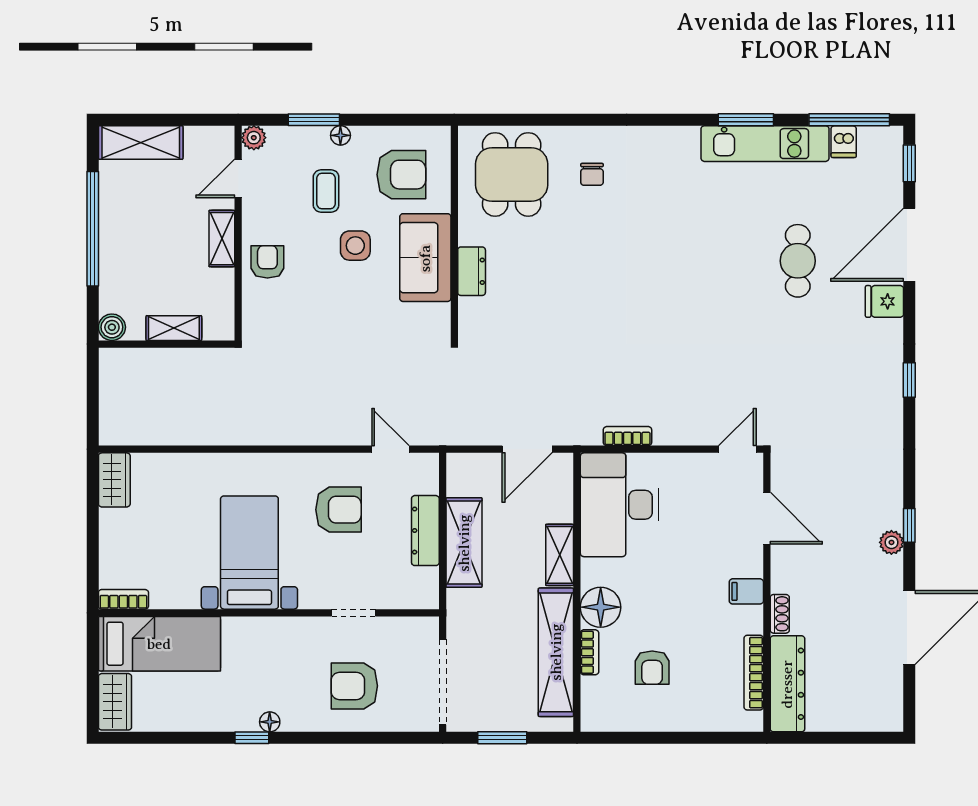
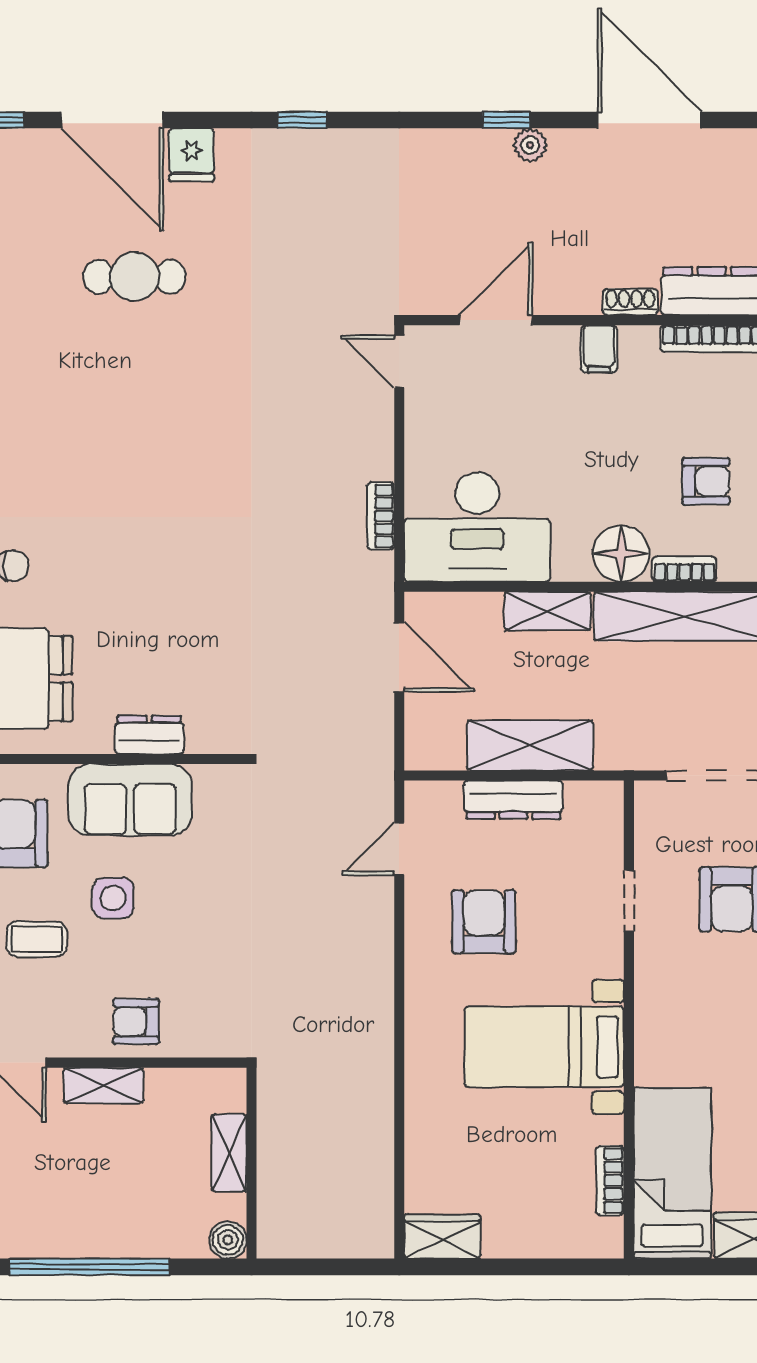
bookcase: (123, 599) -> (610, 1181), moved

